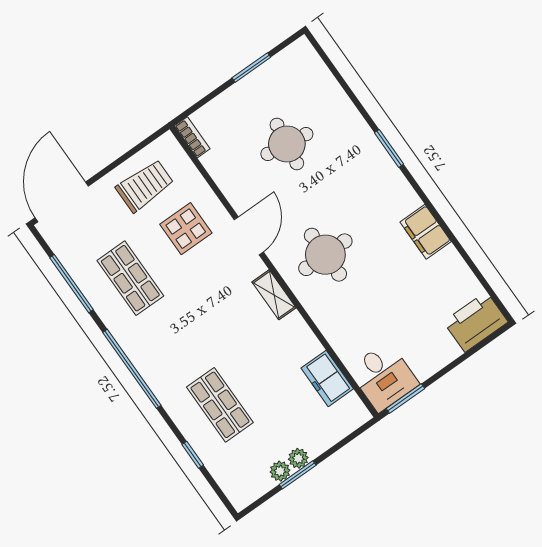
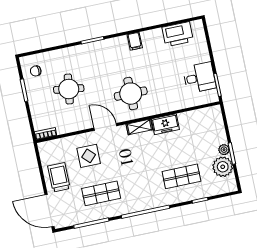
chair: (293, 73) -> (36, 71), added
trolley: (145, 186) -> (59, 177), moved
filing cabinet: (426, 232) -> (135, 41), width x0.50
printer: (476, 322) -> (178, 34), moved, turned -90
desk: (383, 377) -> (199, 78), moved
freezer: (327, 378) -> (165, 124), moved
plant: (280, 471) -> (223, 167), width x1.87, depth x1.87

